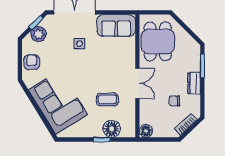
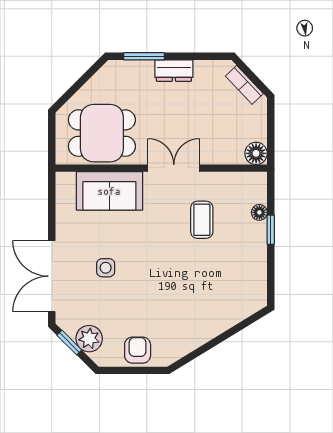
sofa: (116, 26) -> (109, 191), moved, turned 90
armchair: (32, 62) -> (138, 350), turned 90
chair: (174, 101) -> (204, 104), removed
corner sofa: (58, 102) -> (207, 305), removed
floor lamp: (112, 129) -> (259, 212), width x0.53, depth x0.53

